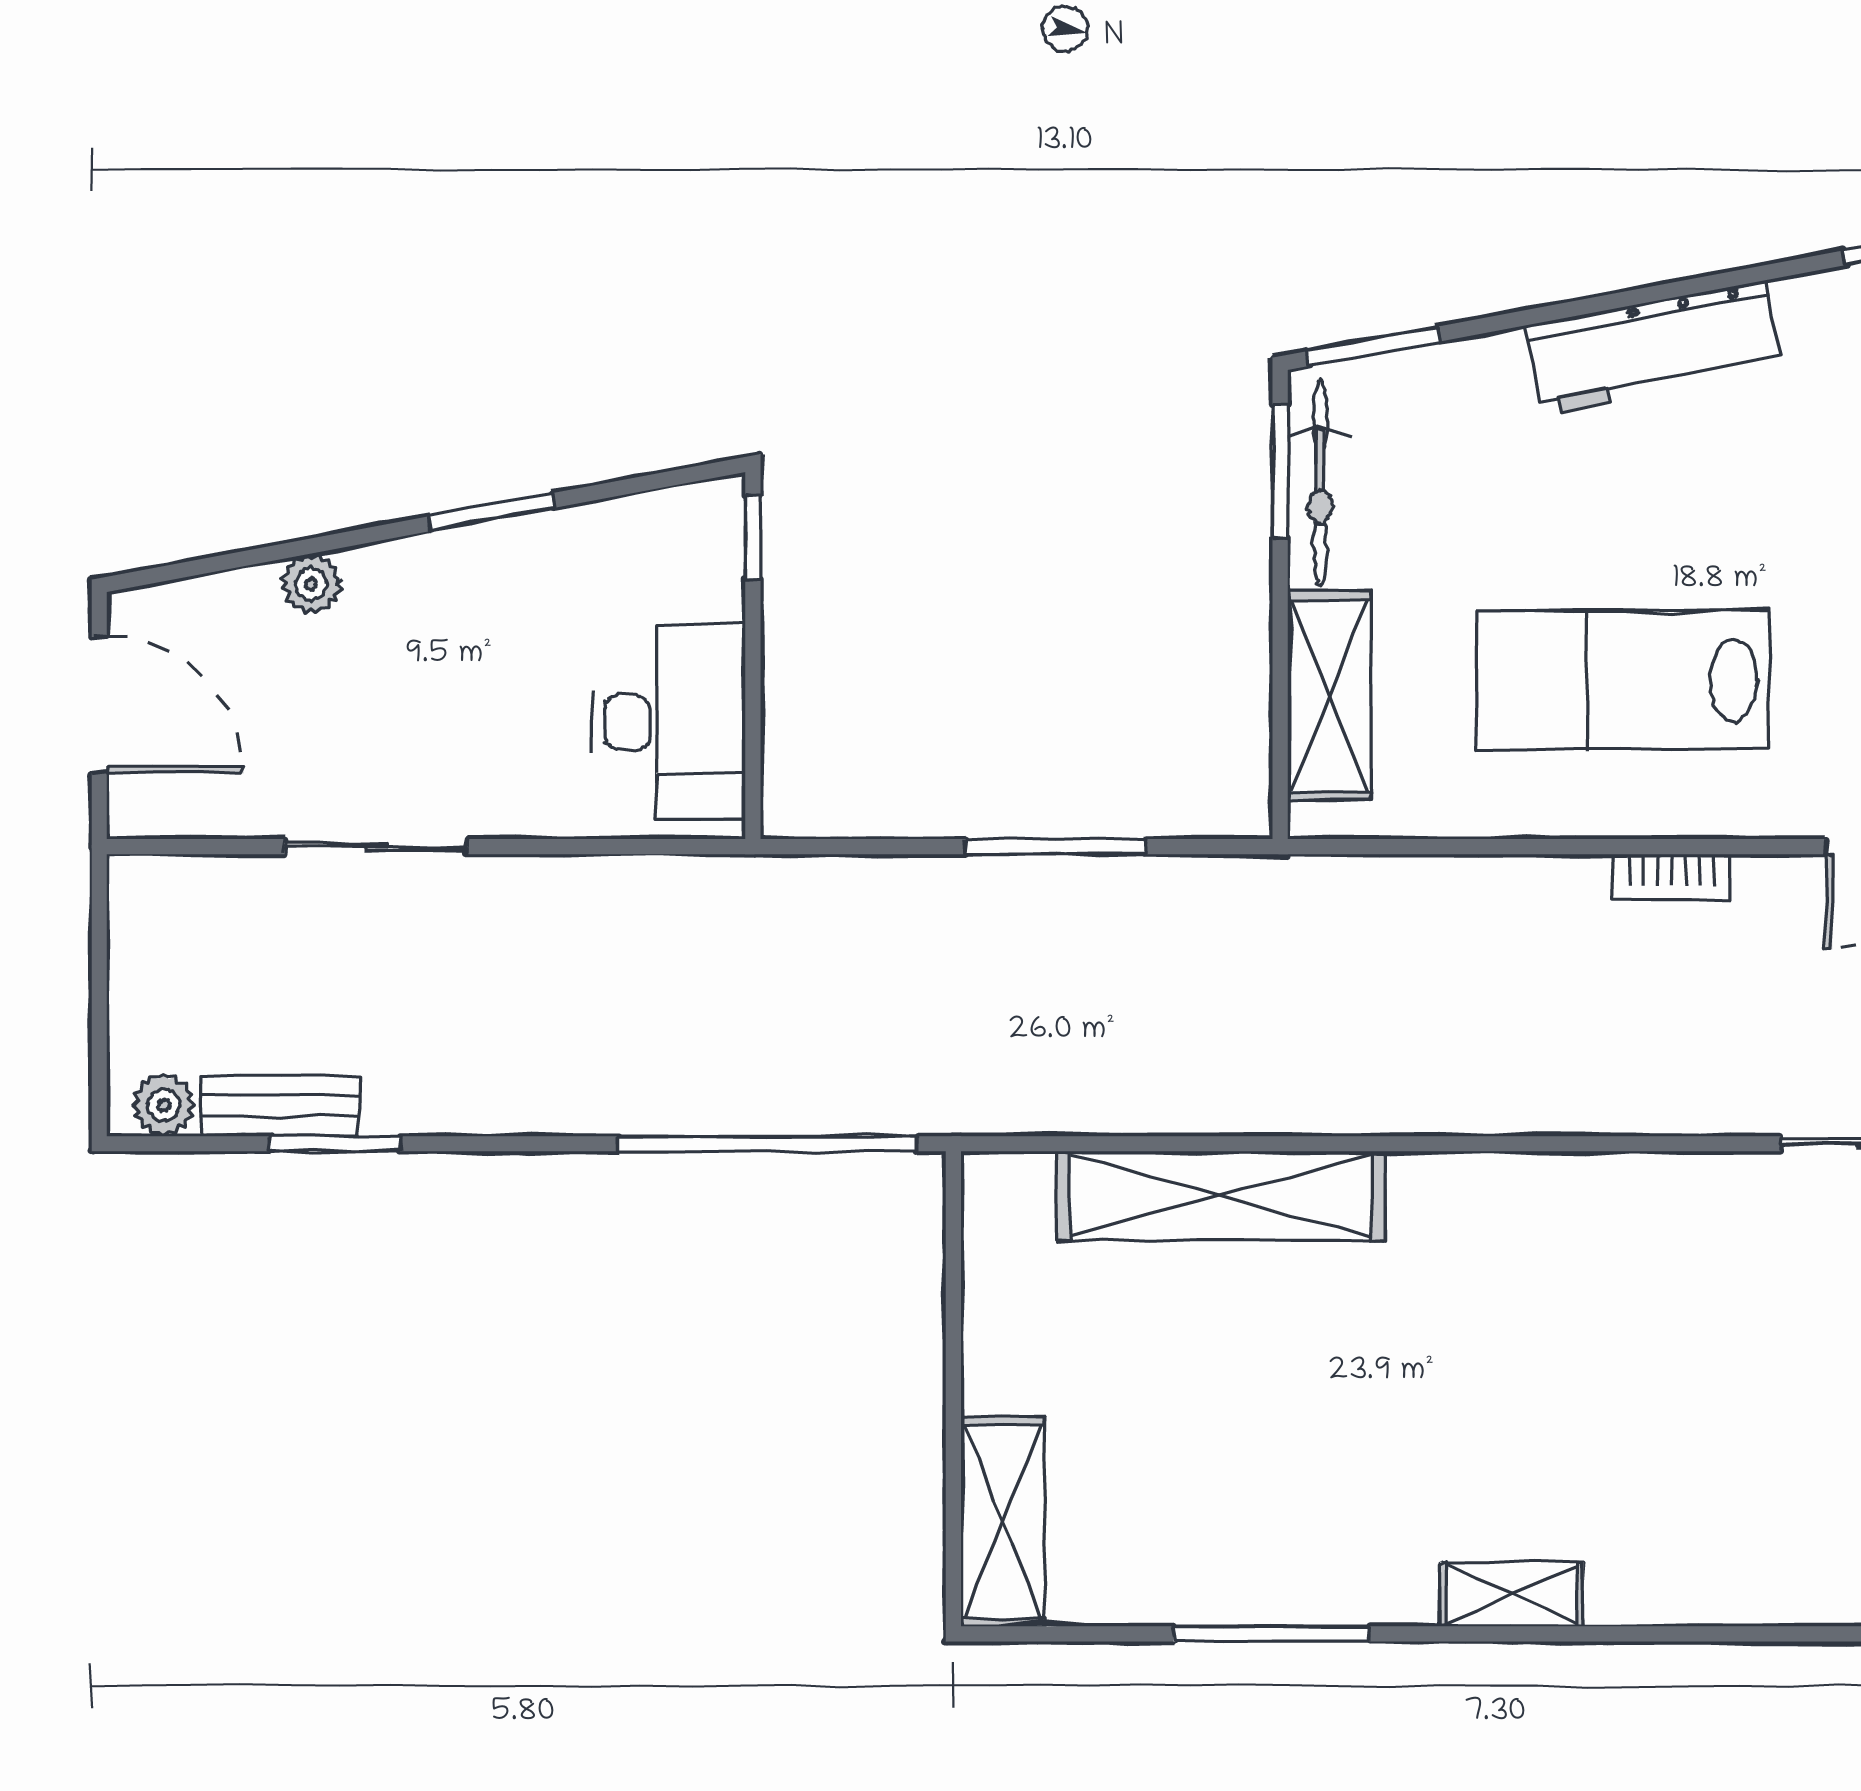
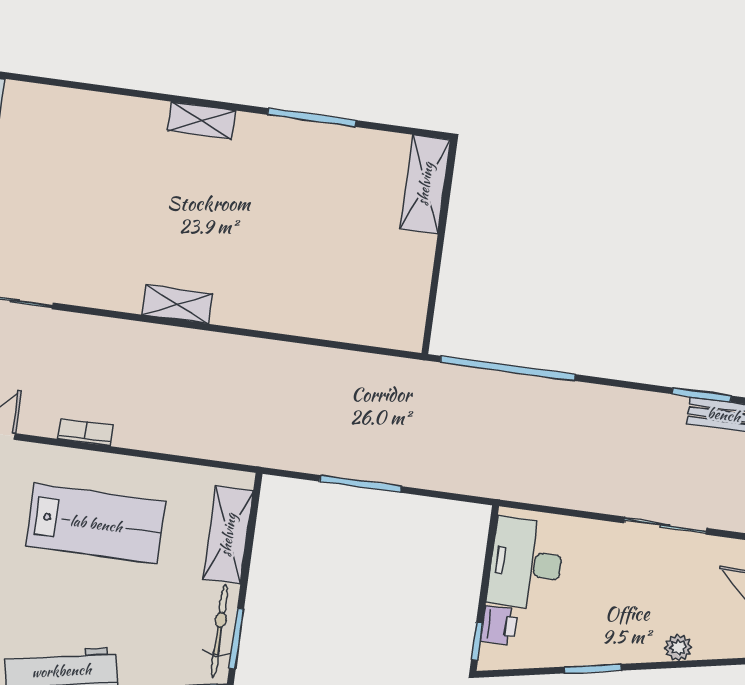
printer: (709, 579) -> (499, 625), added
shelving: (1221, 1196) -> (177, 304), moved, width x0.45, depth x0.75

